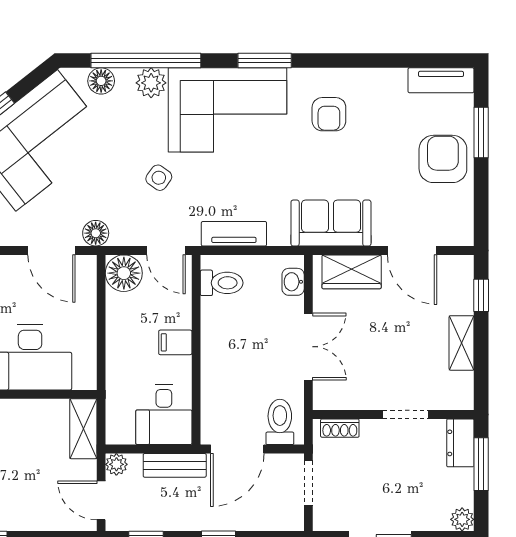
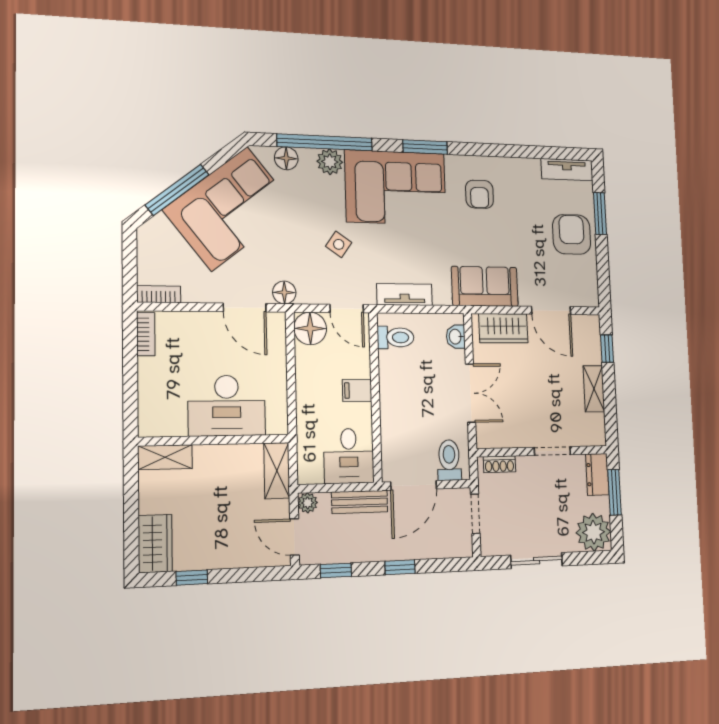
plant: (462, 519) -> (594, 532), width x1.88, depth x1.88

